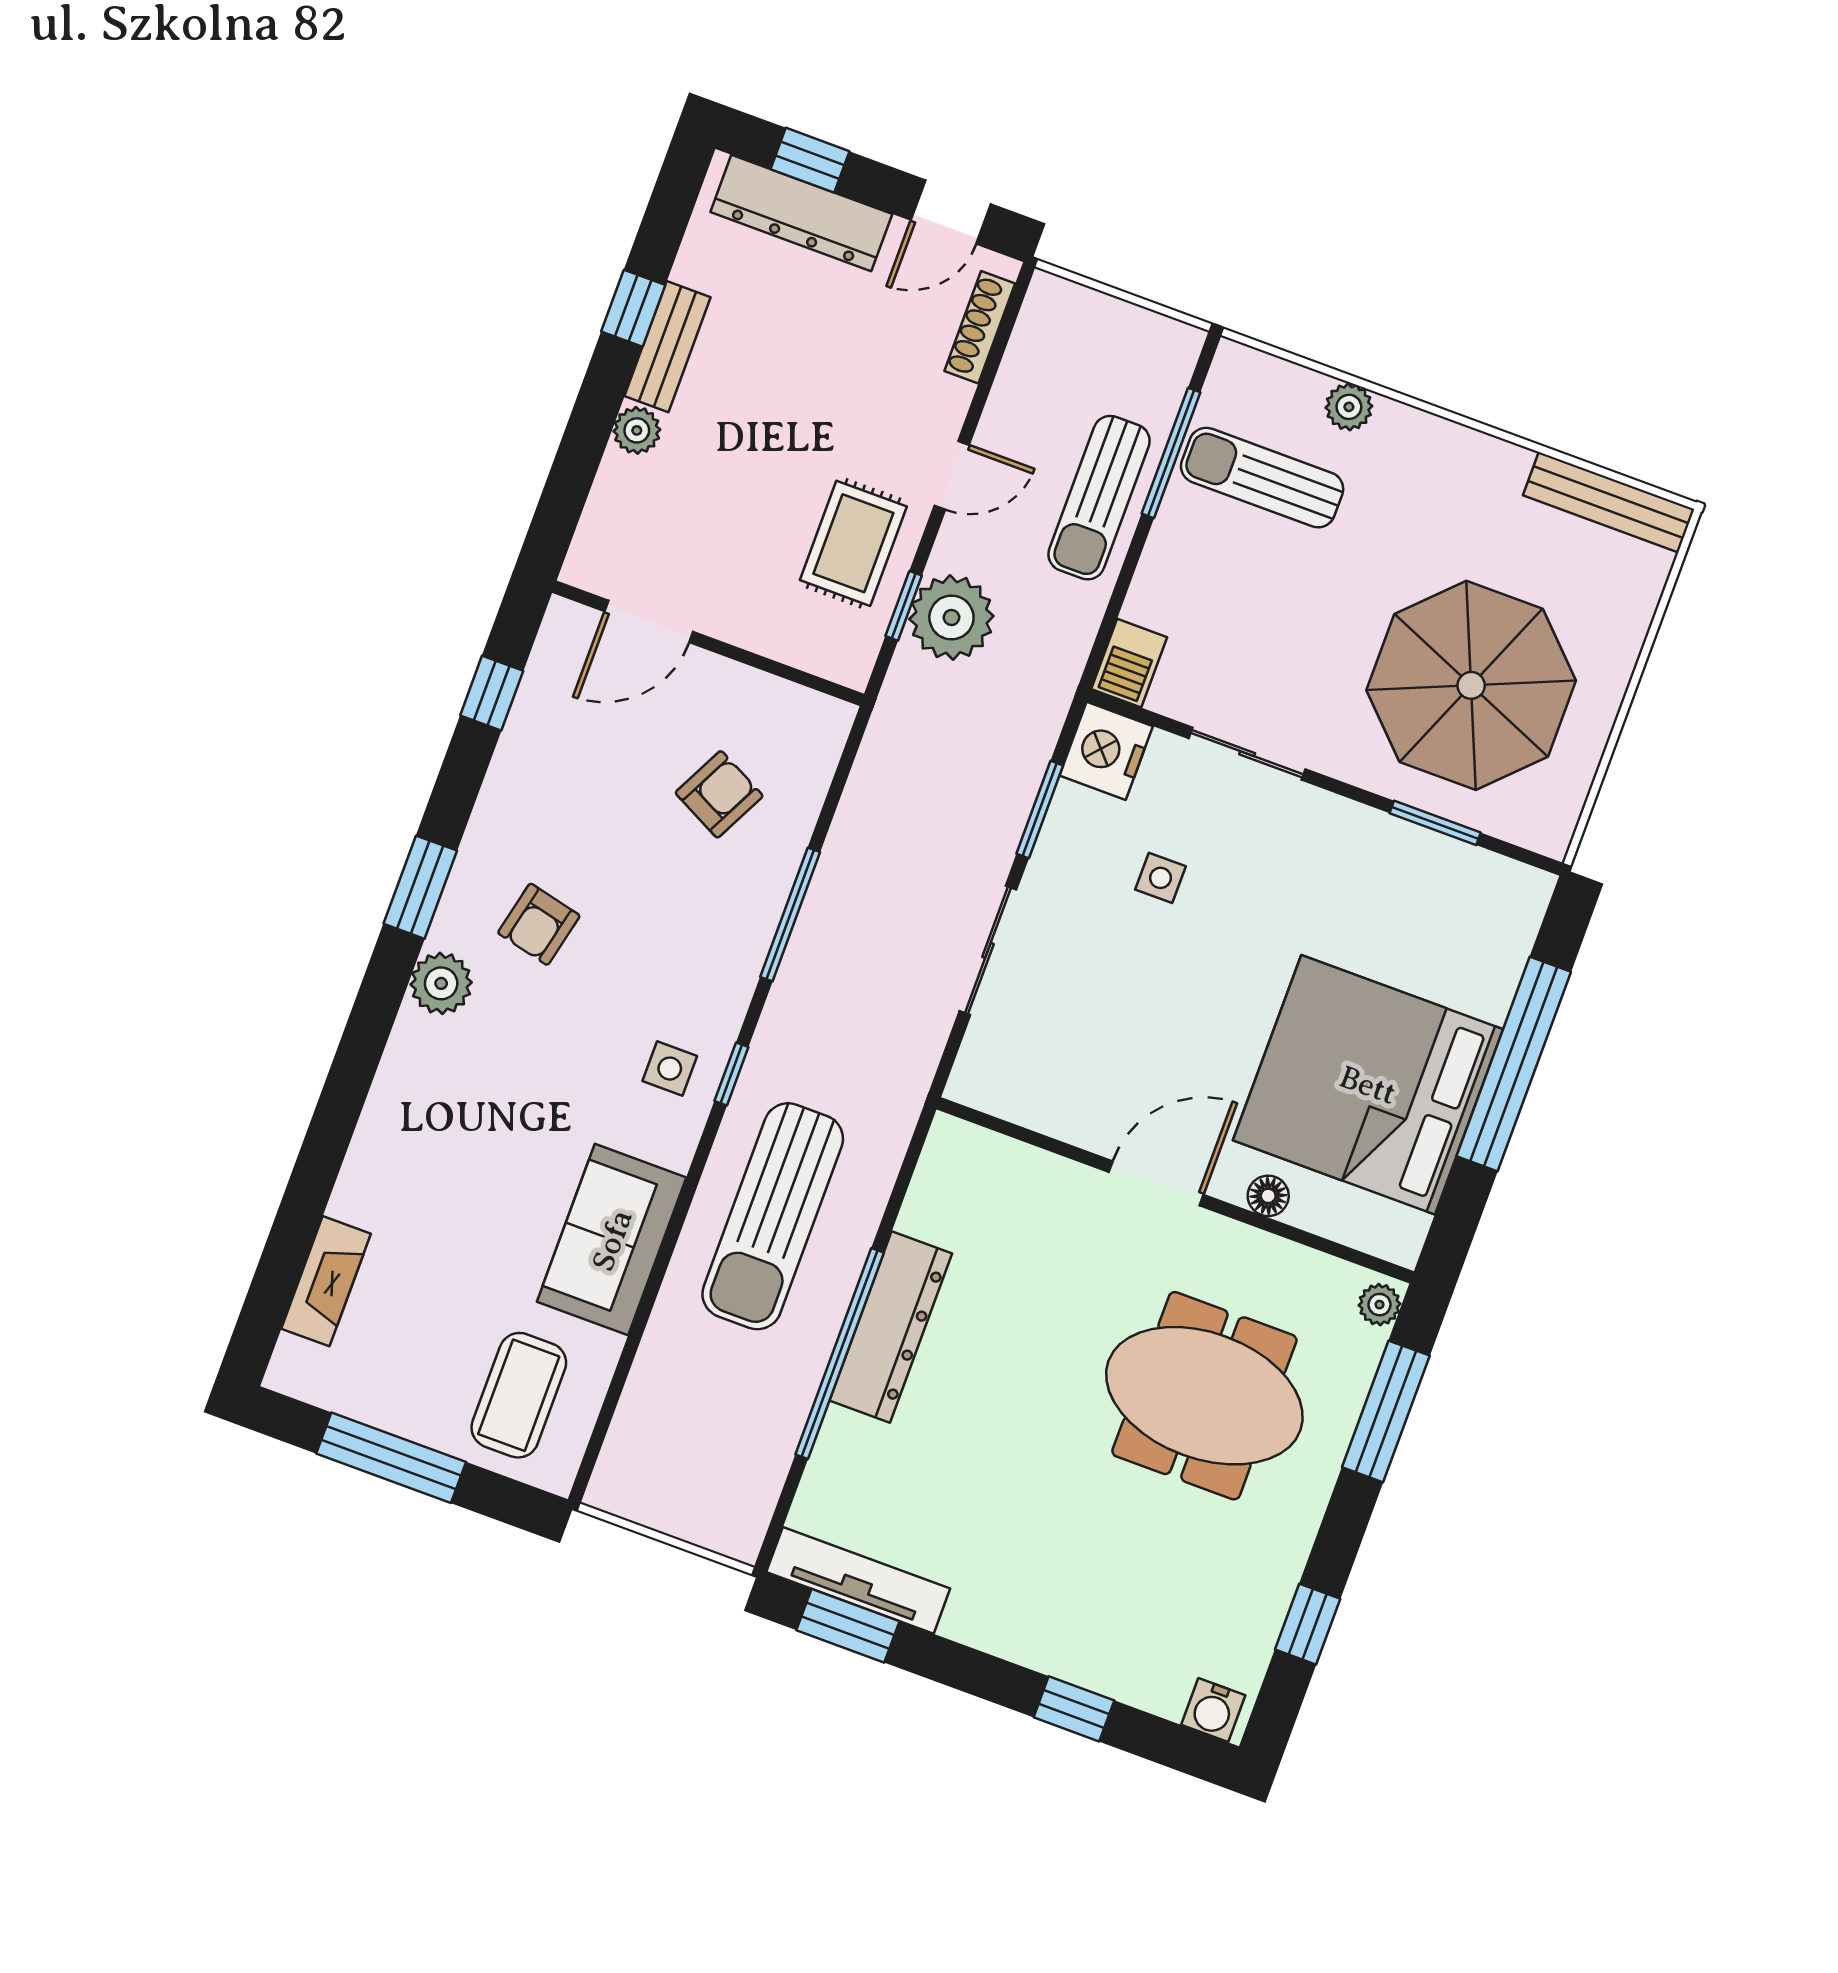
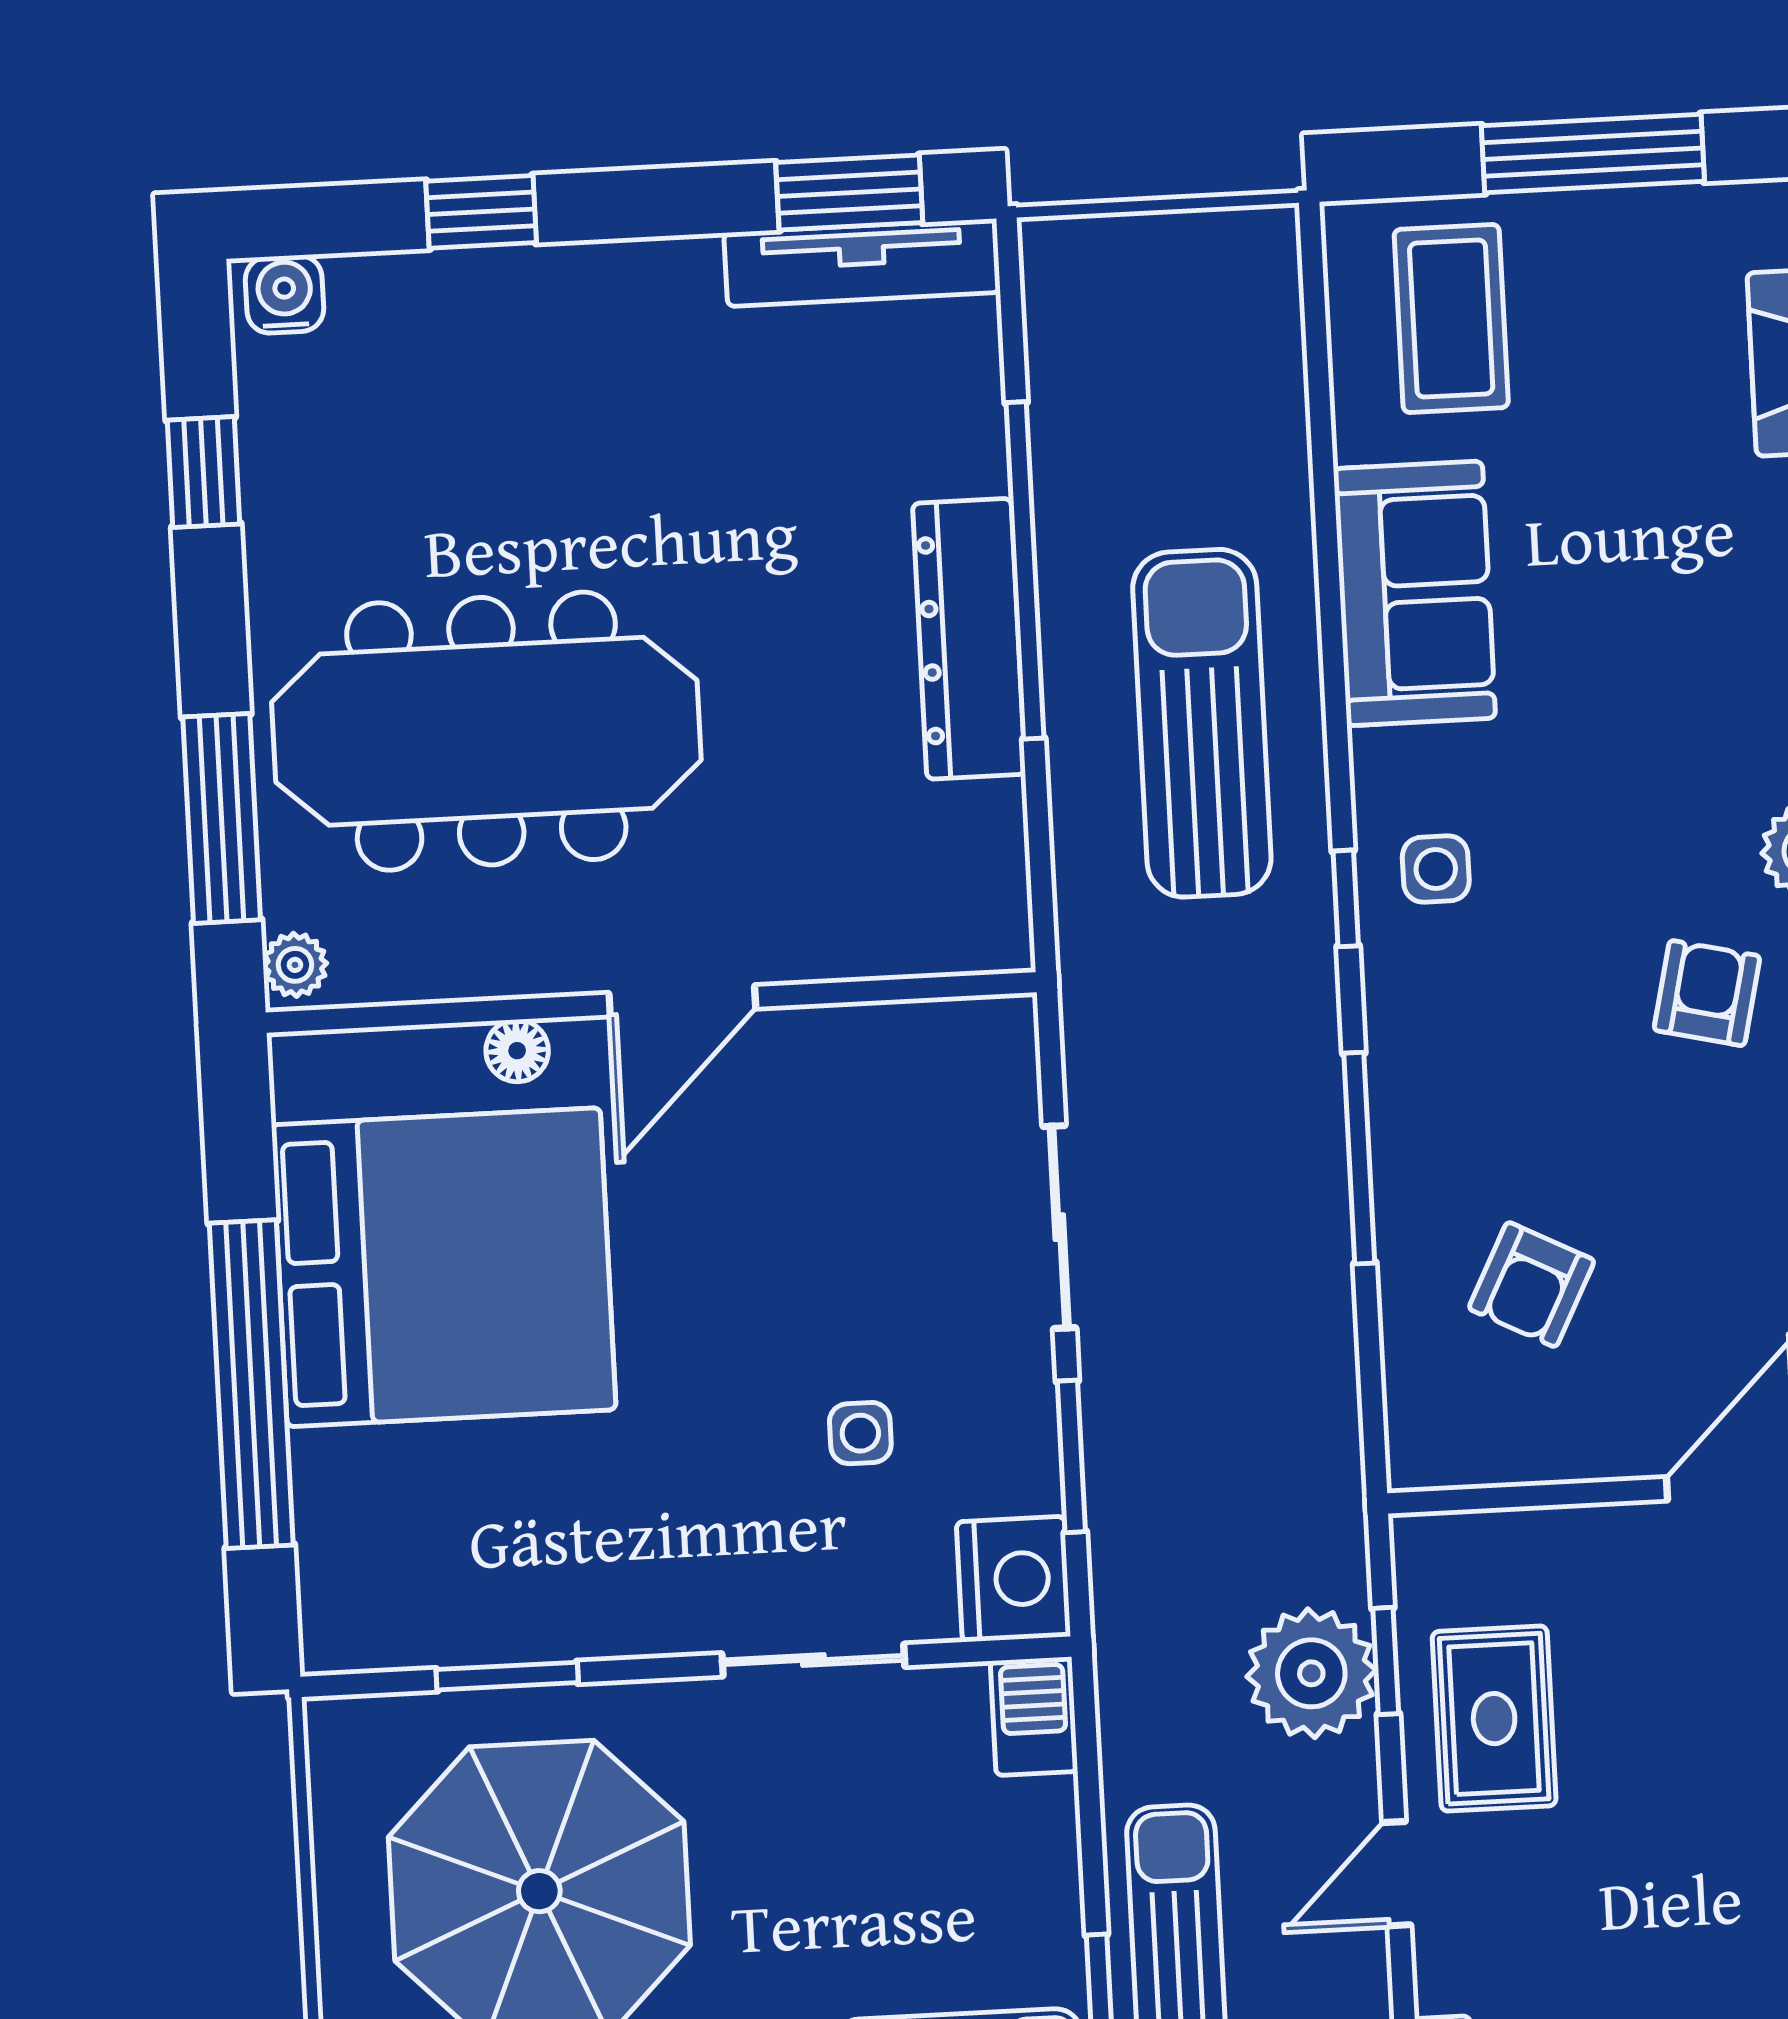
meeting table: (1204, 1396) -> (486, 731), width x1.36

